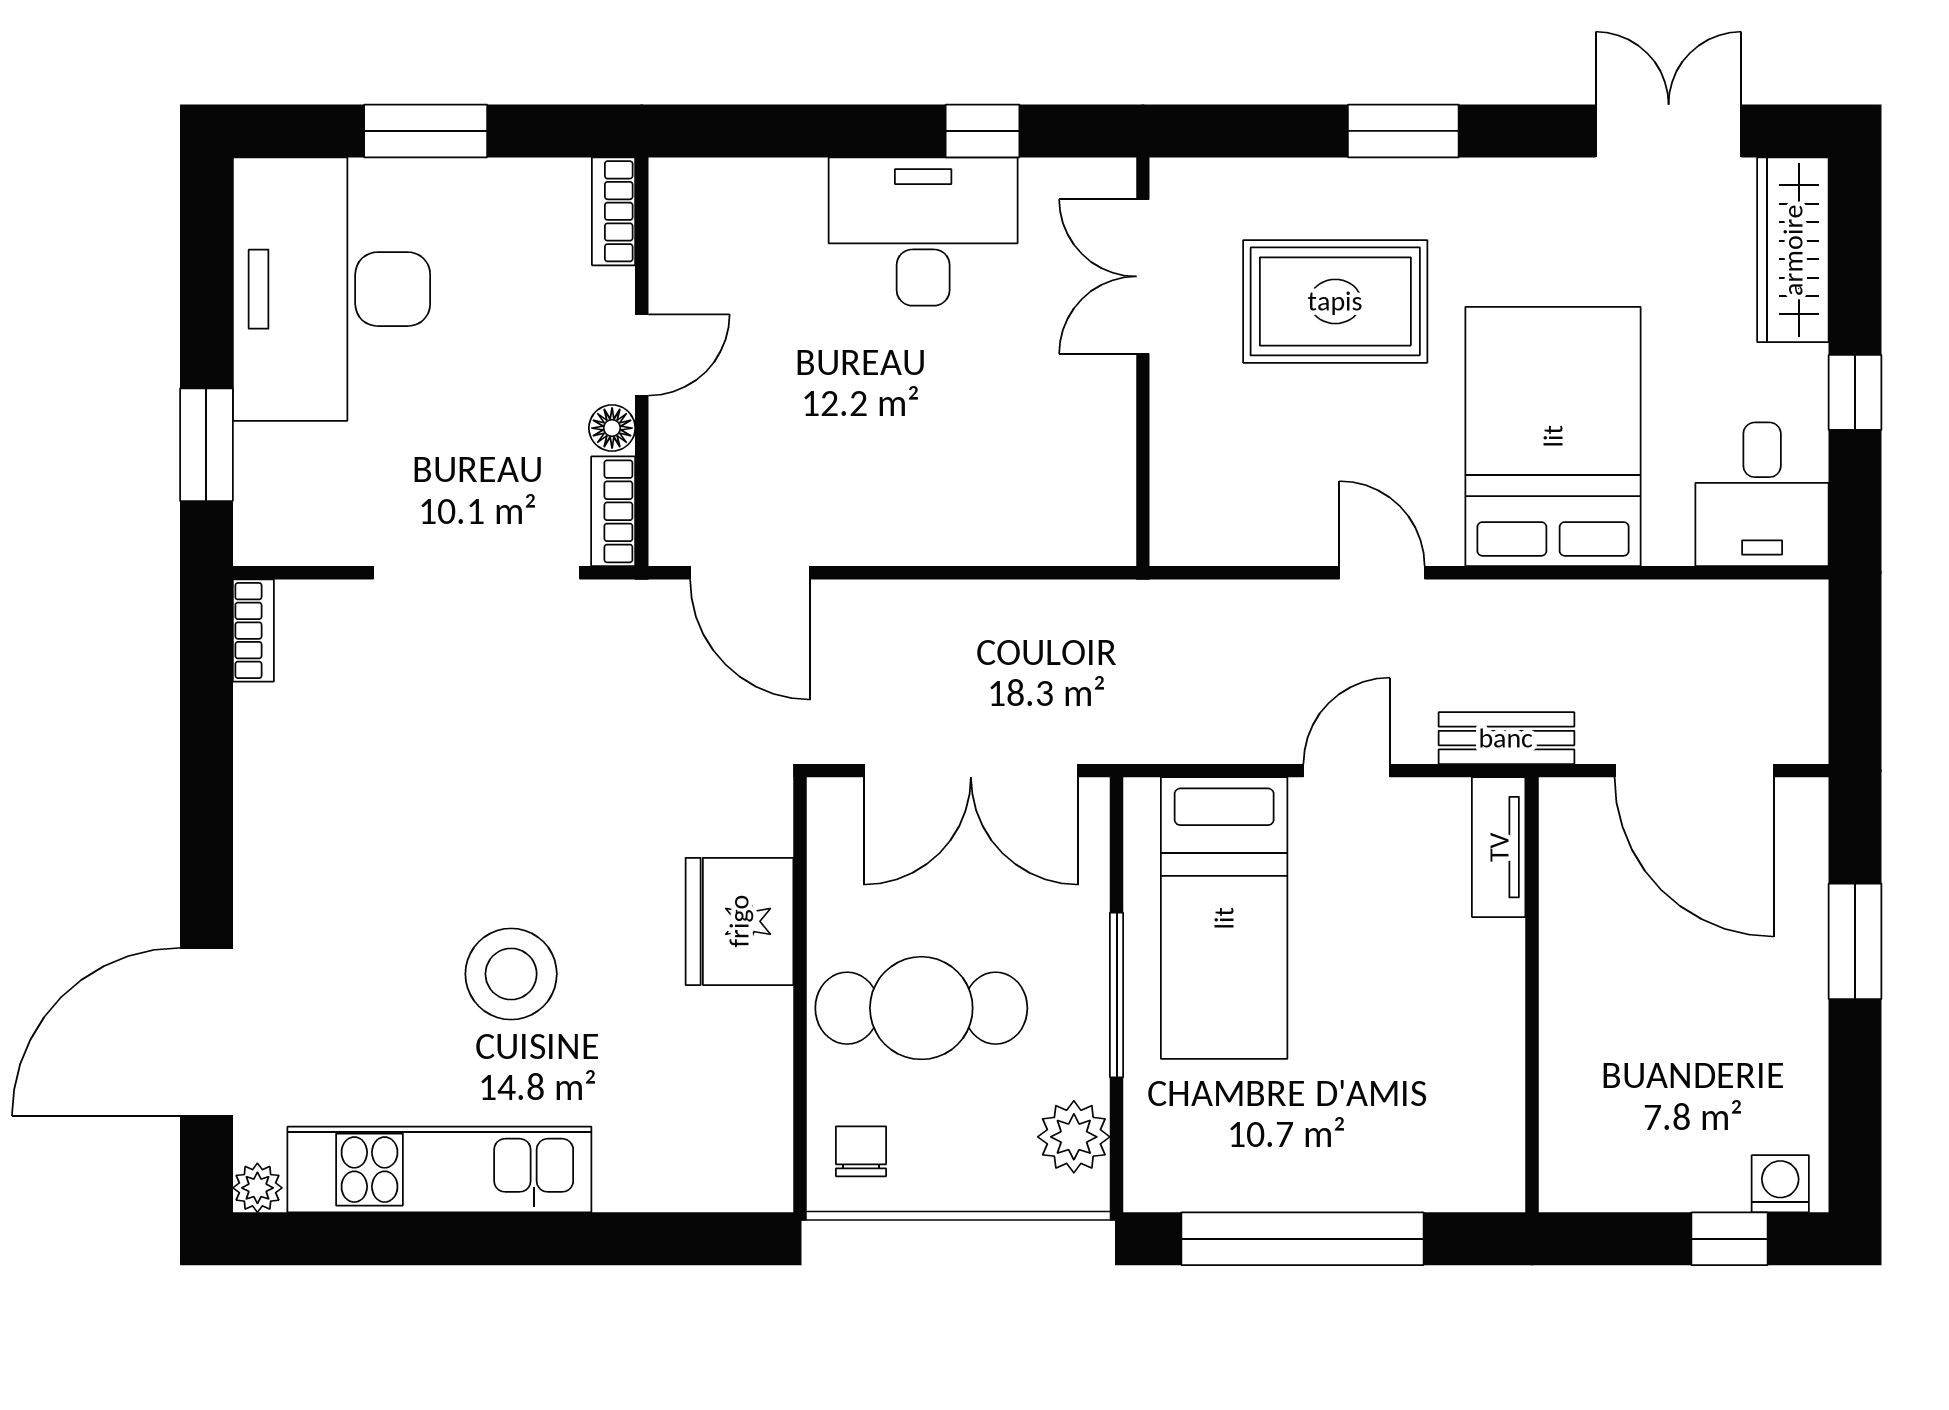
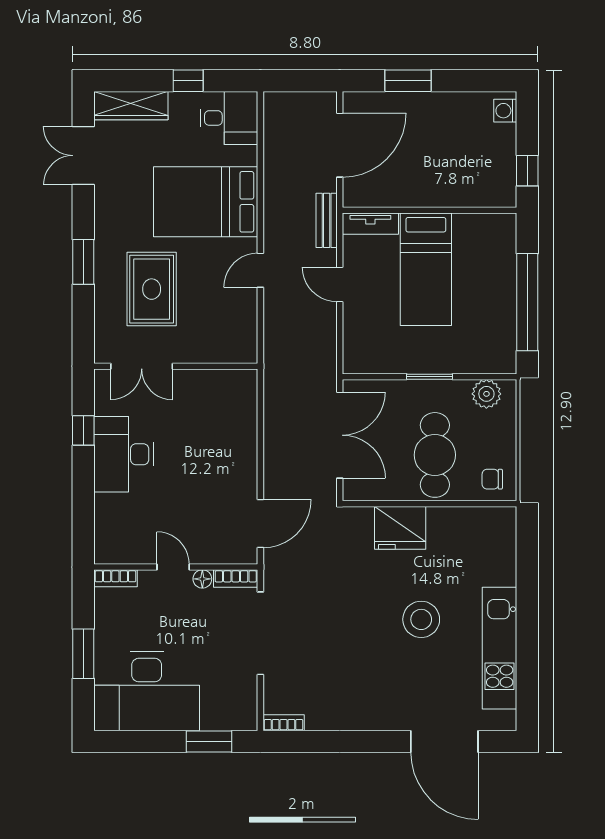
bed: (1224, 918) -> (426, 269), moved, turned 90
window: (1117, 995) -> (430, 377), width x0.69
plant: (257, 1188) -> (507, 721), removed
window: (1729, 1239) -> (527, 171), moved

